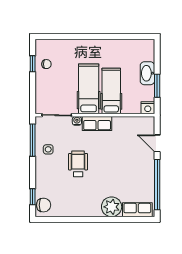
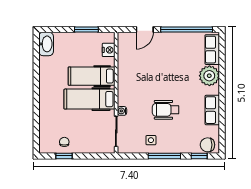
washbasin: (147, 73) -> (46, 44), moved, turned -90
nightstand: (148, 108) -> (109, 50), moved
row of seats: (97, 124) -> (212, 110), moved, turned 180
window: (33, 140) -> (164, 156), moved
chair: (44, 205) -> (207, 145), turned -90

